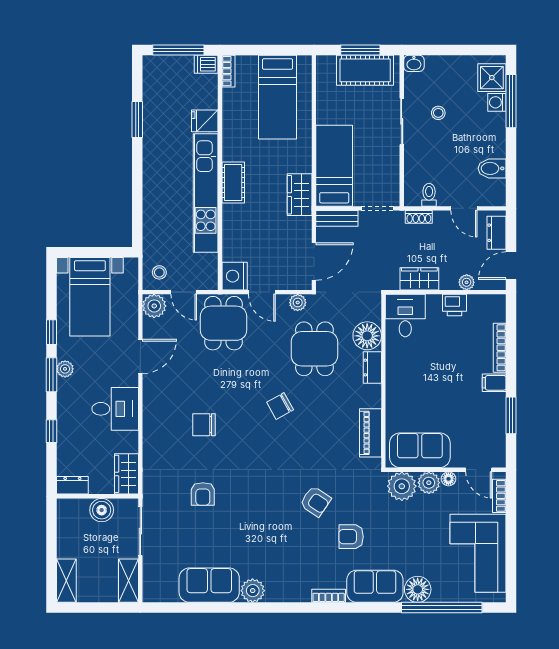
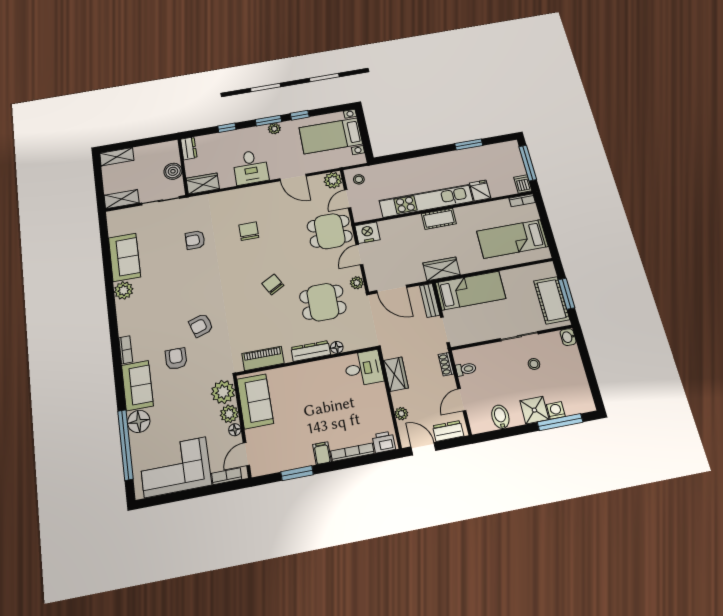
shower: (492, 78) -> (534, 410), moved
printer: (455, 305) -> (384, 442), moved, turned 90
floor lamp: (367, 336) -> (337, 347), width x0.53, depth x0.53
dresser: (372, 368) -> (311, 351), width x1.44
armchair: (315, 501) -> (201, 325), turned 38

